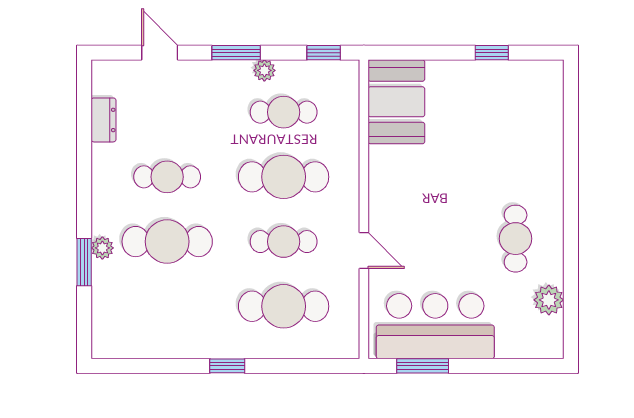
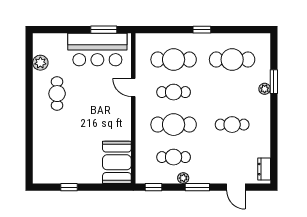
dresser: (104, 120) -> (264, 169), moved
cafe table: (167, 242) -> (232, 60), moved

